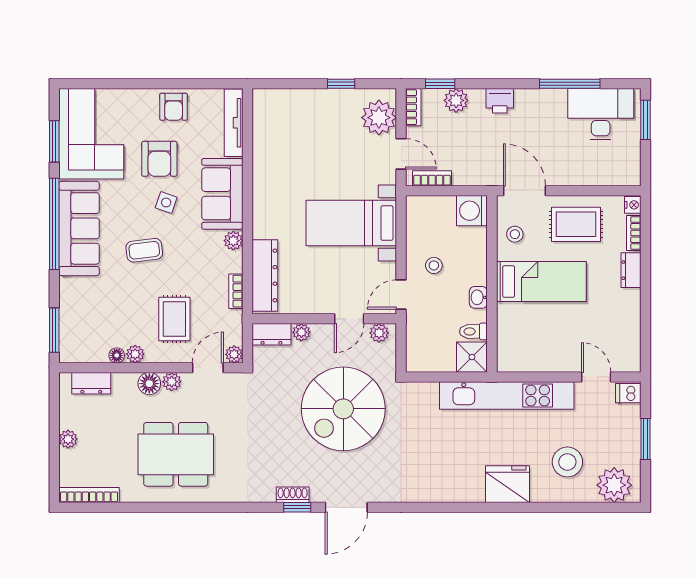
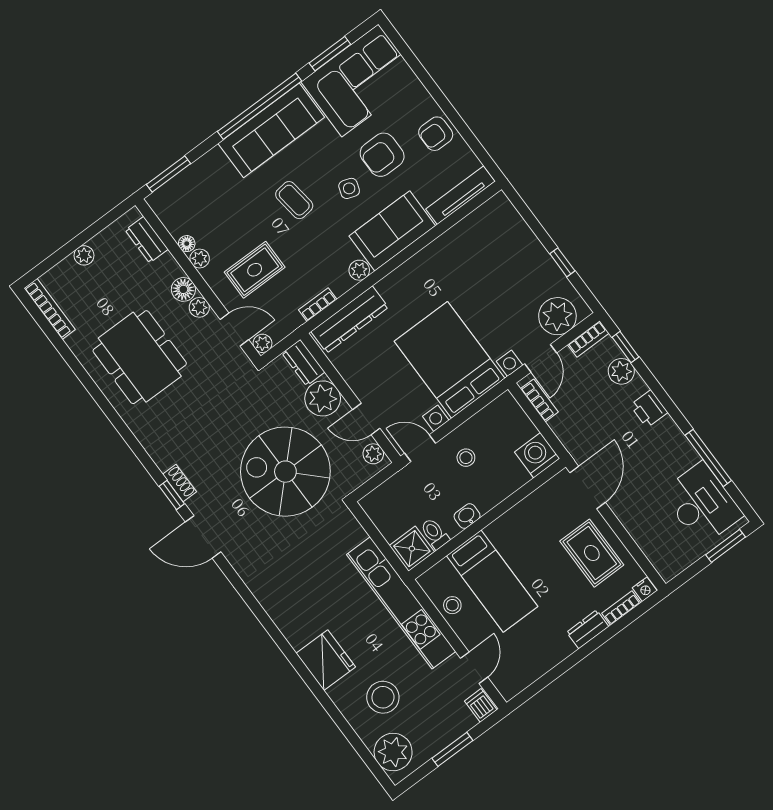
bed with nightstands: (351, 223) -> (450, 360), width x1.36
stool: (515, 234) -> (452, 605), moved
bed: (541, 282) -> (492, 581), moved
plant: (301, 332) -> (323, 398), width x1.88, depth x1.88

